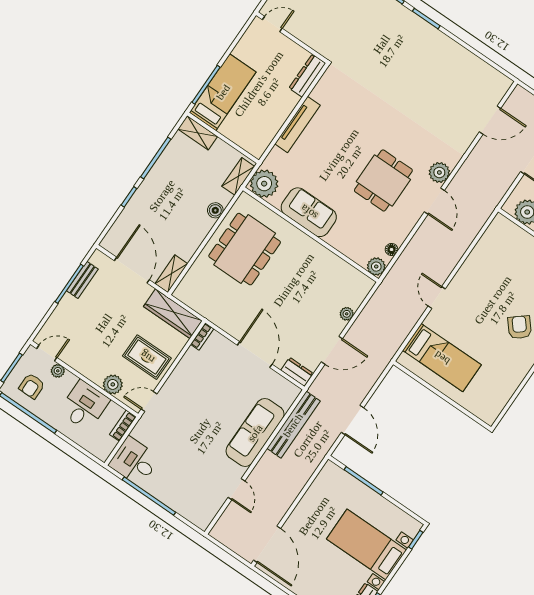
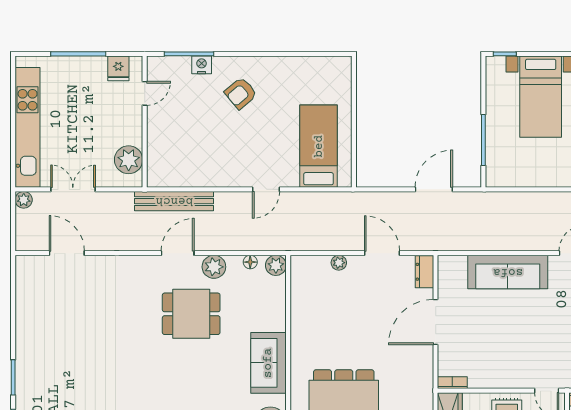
plant: (439, 173) -> (214, 267), moved
bench: (293, 425) -> (174, 201), moved

